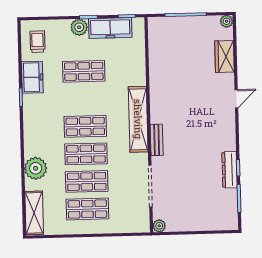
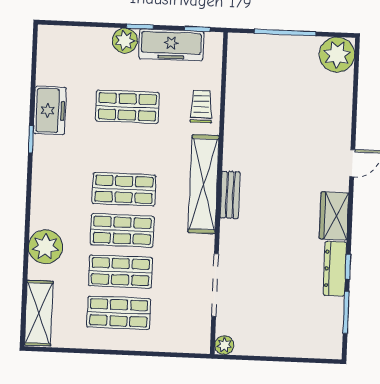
plant: (227, 21) -> (337, 55), width x1.88, depth x1.88
trolley: (37, 42) -> (201, 106), moved
wardrobe: (224, 56) -> (334, 216), moved
bench: (157, 140) -> (230, 195), moved

